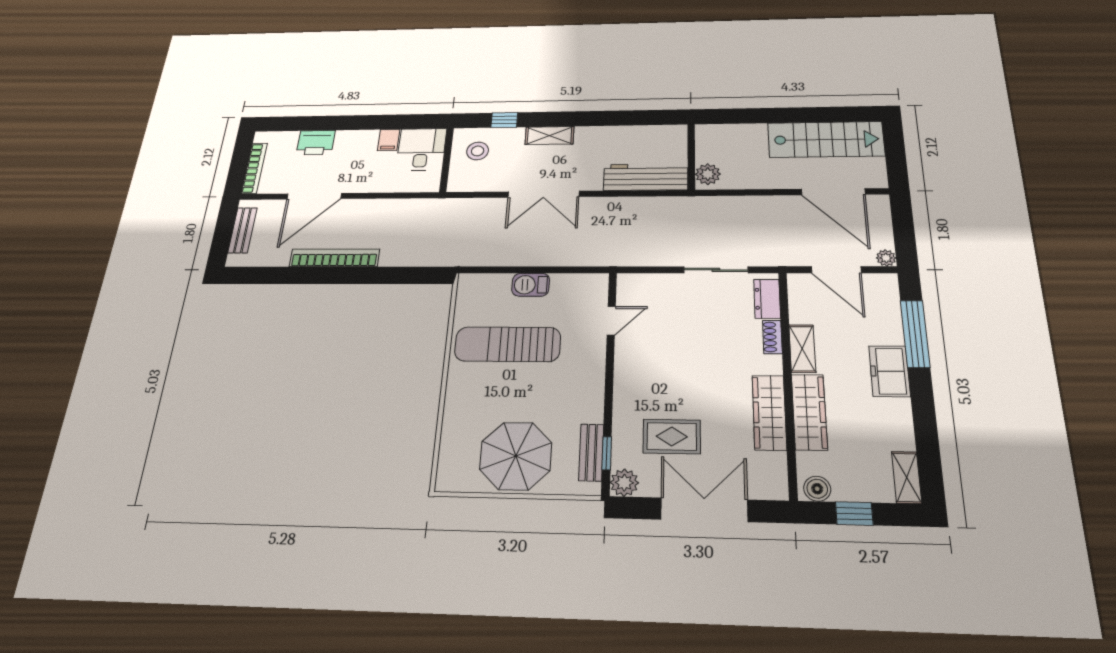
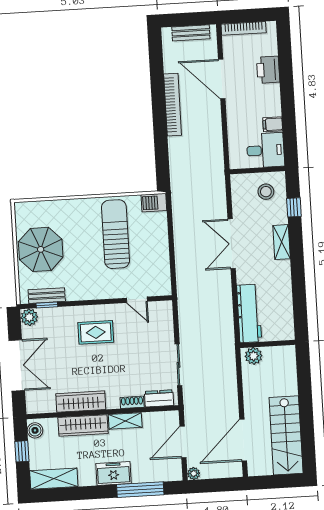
barbecue: (531, 285) -> (154, 203), moved, turned -90
rug: (672, 436) -> (96, 332), moved, turned 90
shelving: (907, 477) -> (54, 479), width x1.50, depth x1.33

